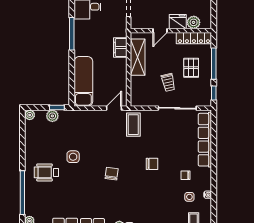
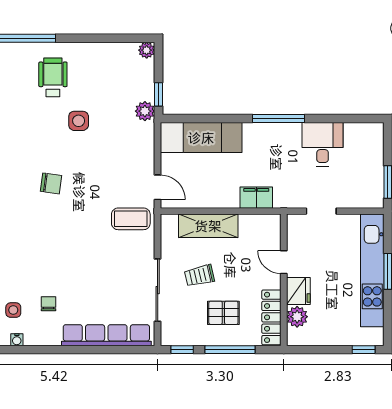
shelving: (138, 57) -> (208, 226), moved
plant: (52, 116) -> (145, 111), moved
chair: (152, 164) -> (67, 249), removed

